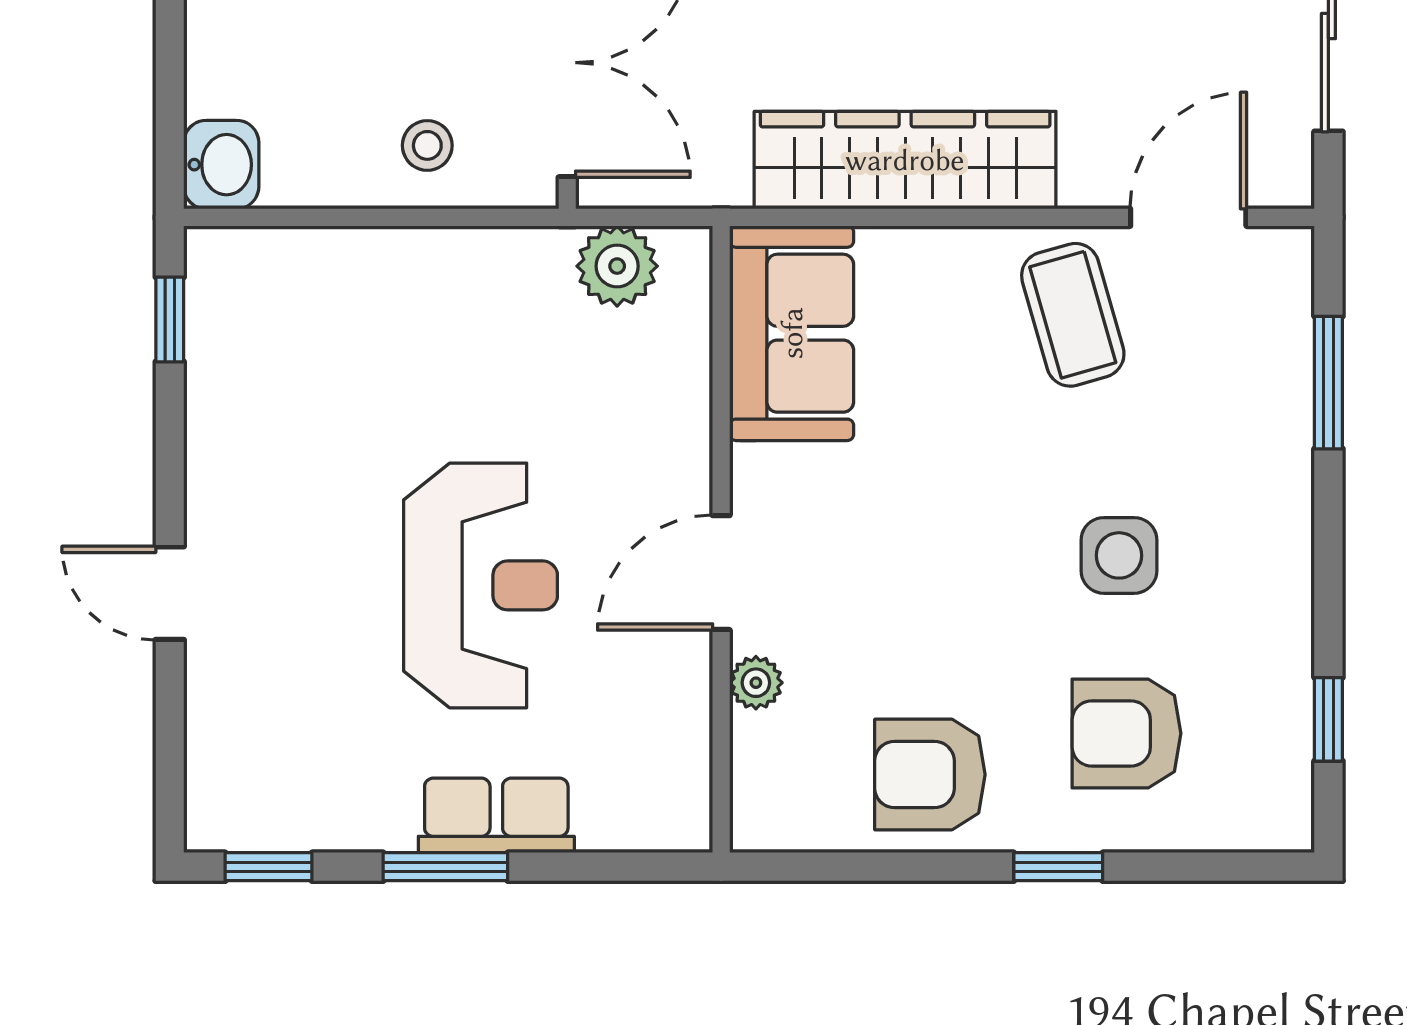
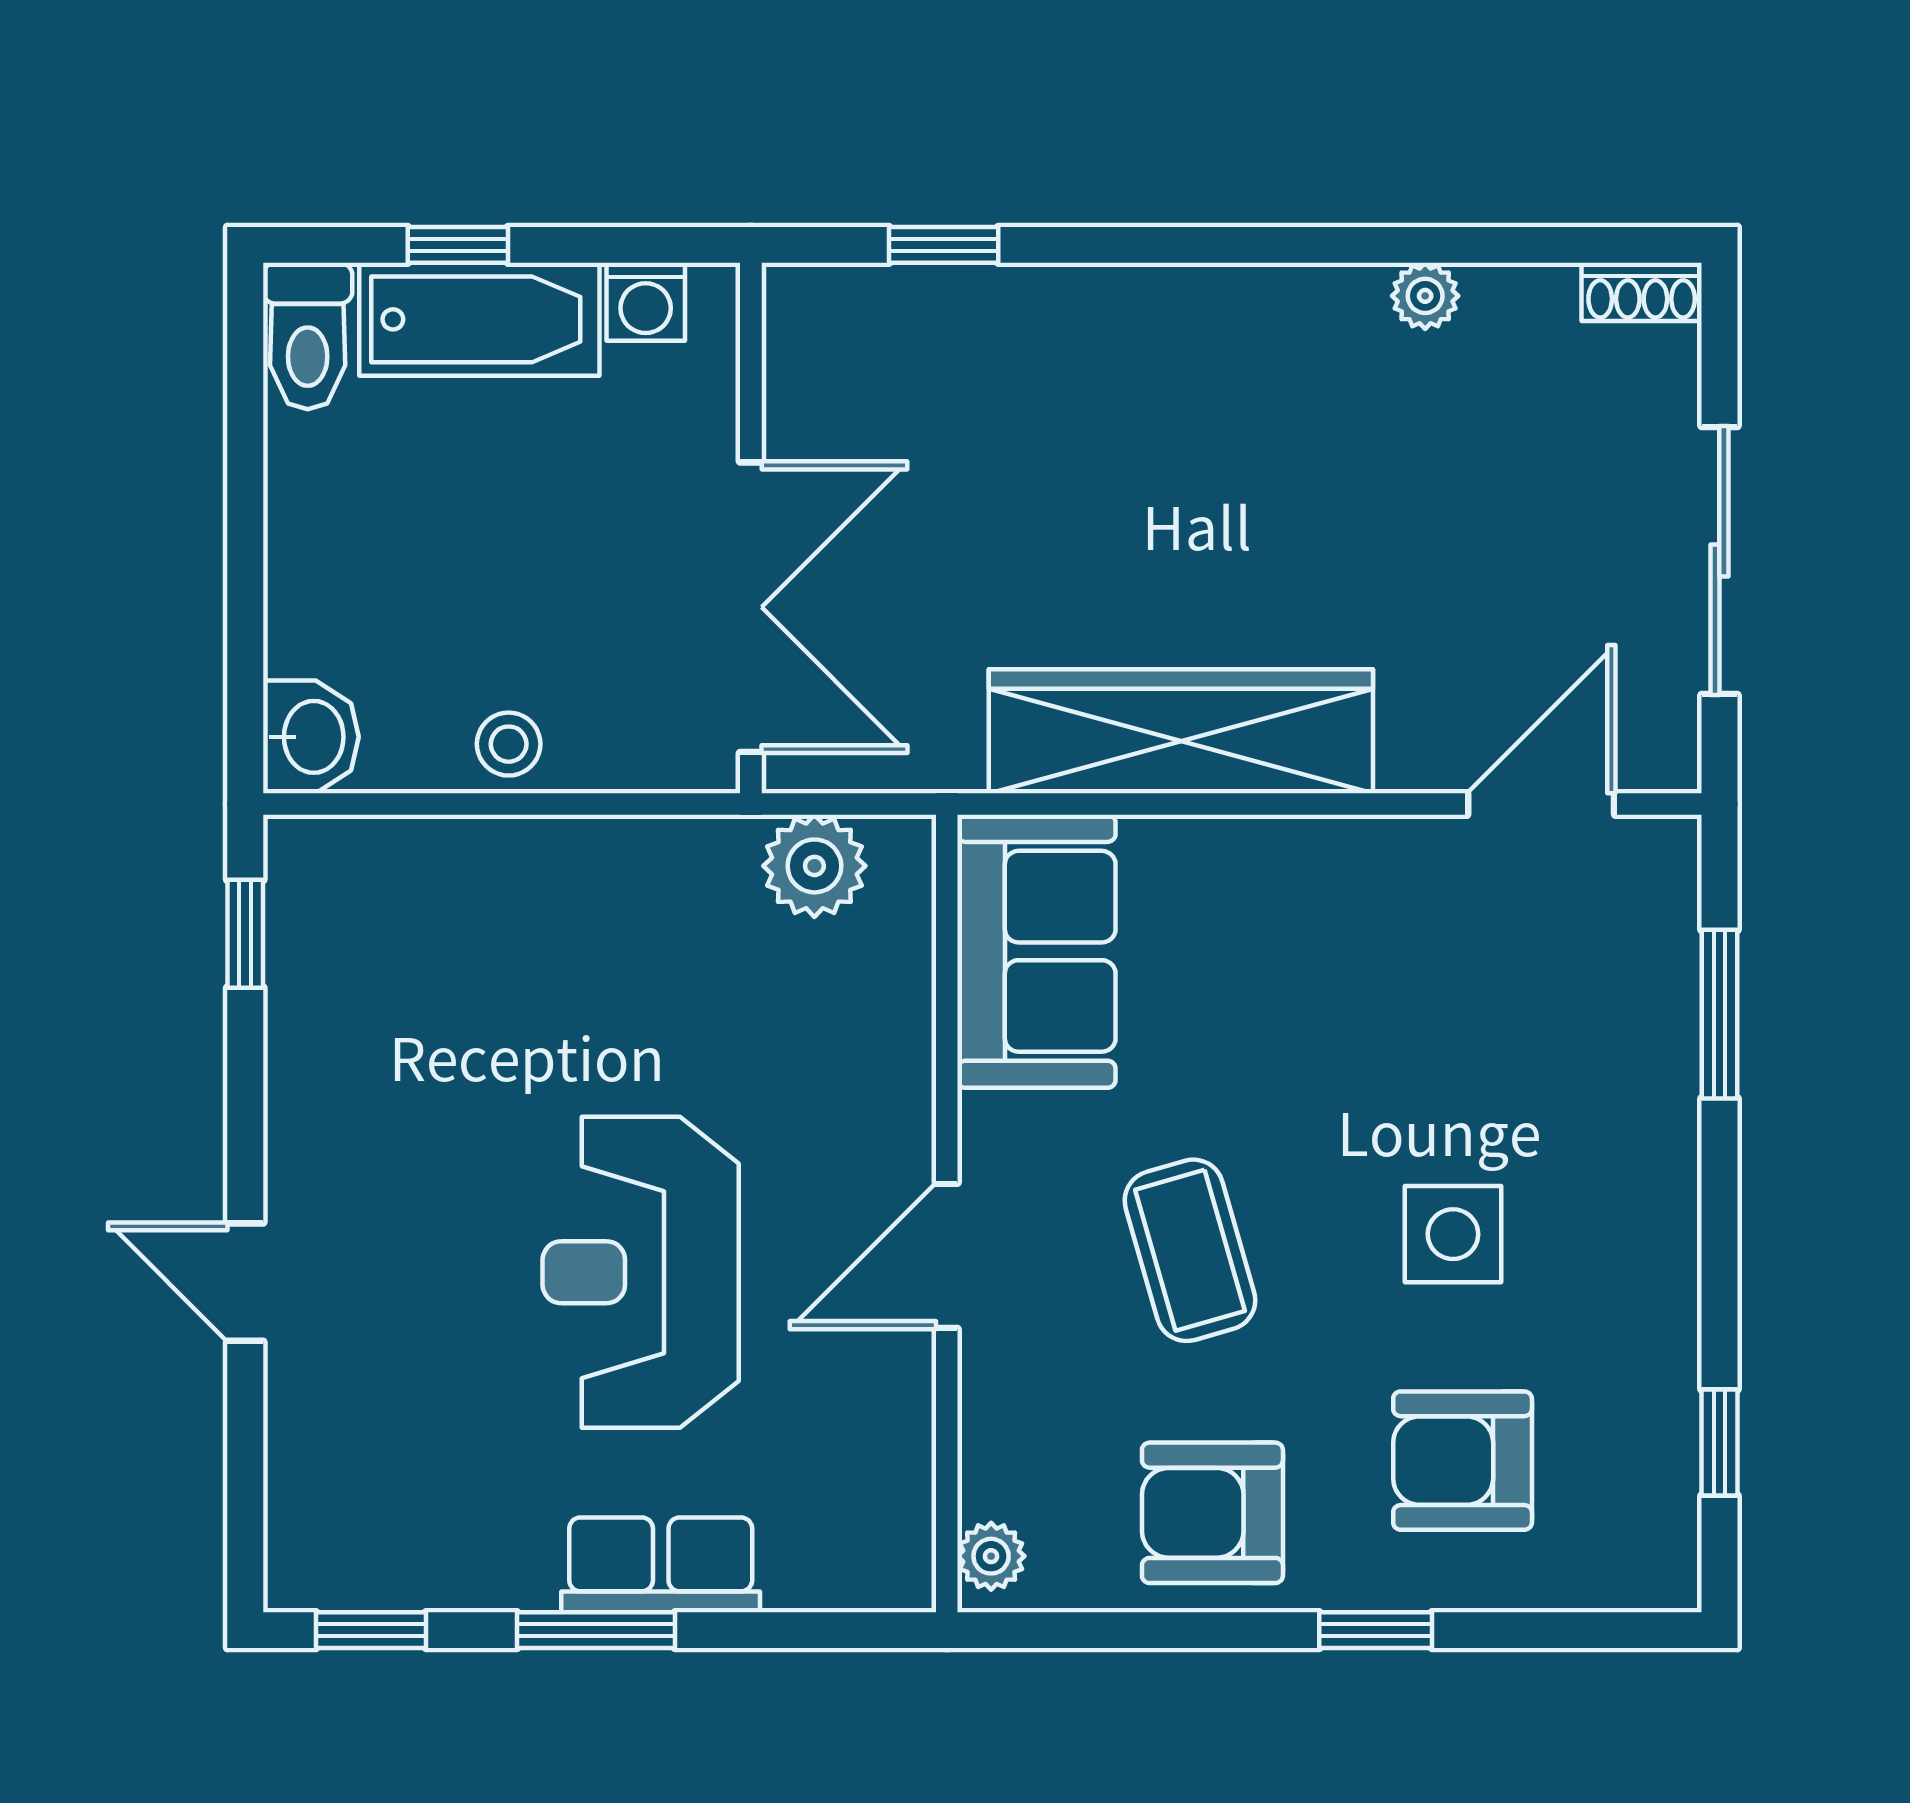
stool: (427, 145) -> (509, 744), moved
coffee table: (1073, 315) -> (1190, 1250), moved
reception desk: (481, 585) -> (641, 1272), turned 180
plant: (756, 683) -> (991, 1556), moved

